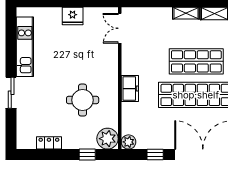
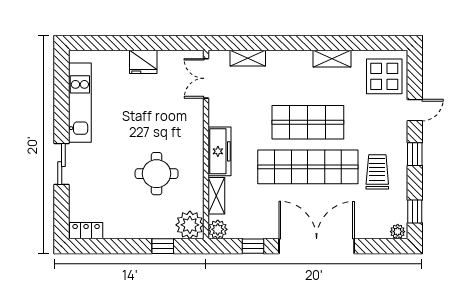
shelving: (186, 13) -> (248, 58), moved
freezer: (130, 89) -> (220, 151), width x1.40
shelving: (128, 117) -> (216, 196), added
locker: (49, 143) -> (86, 231), moved

